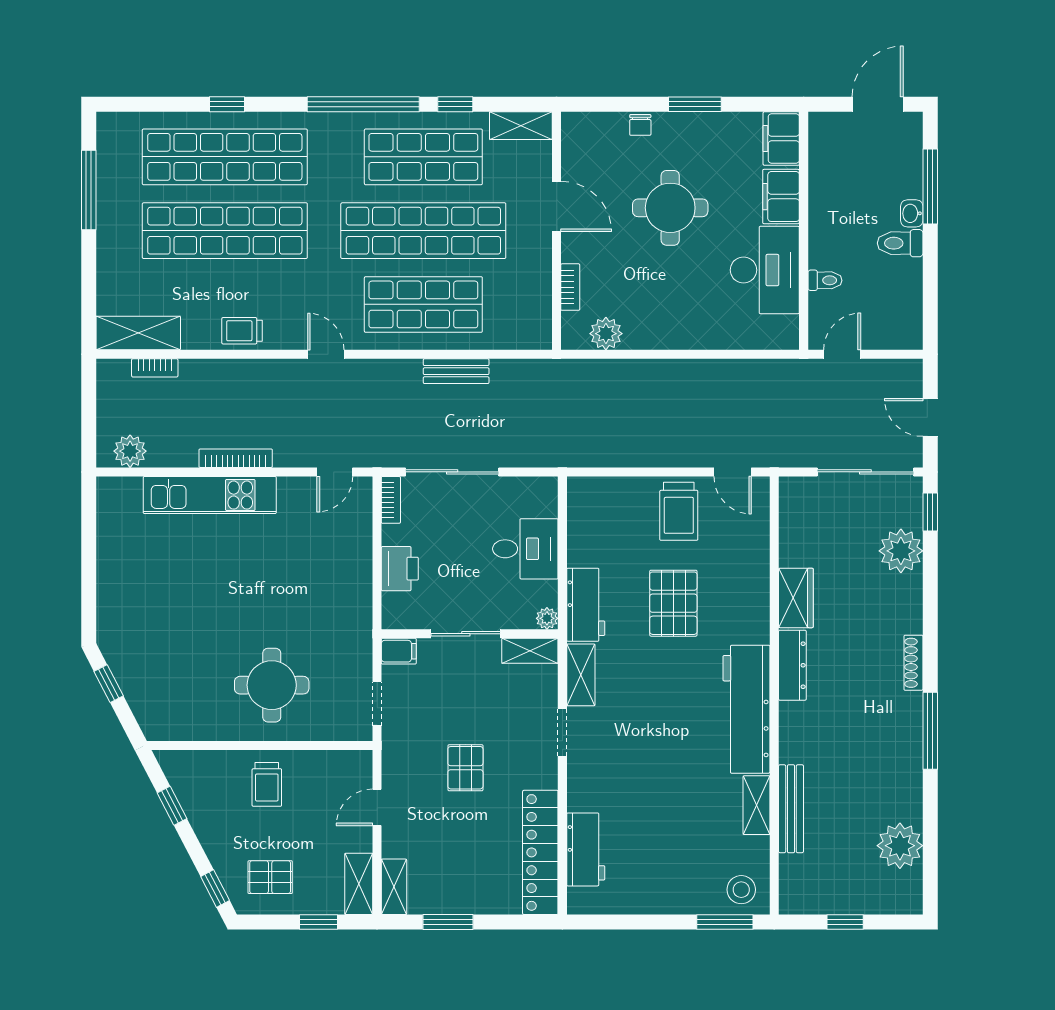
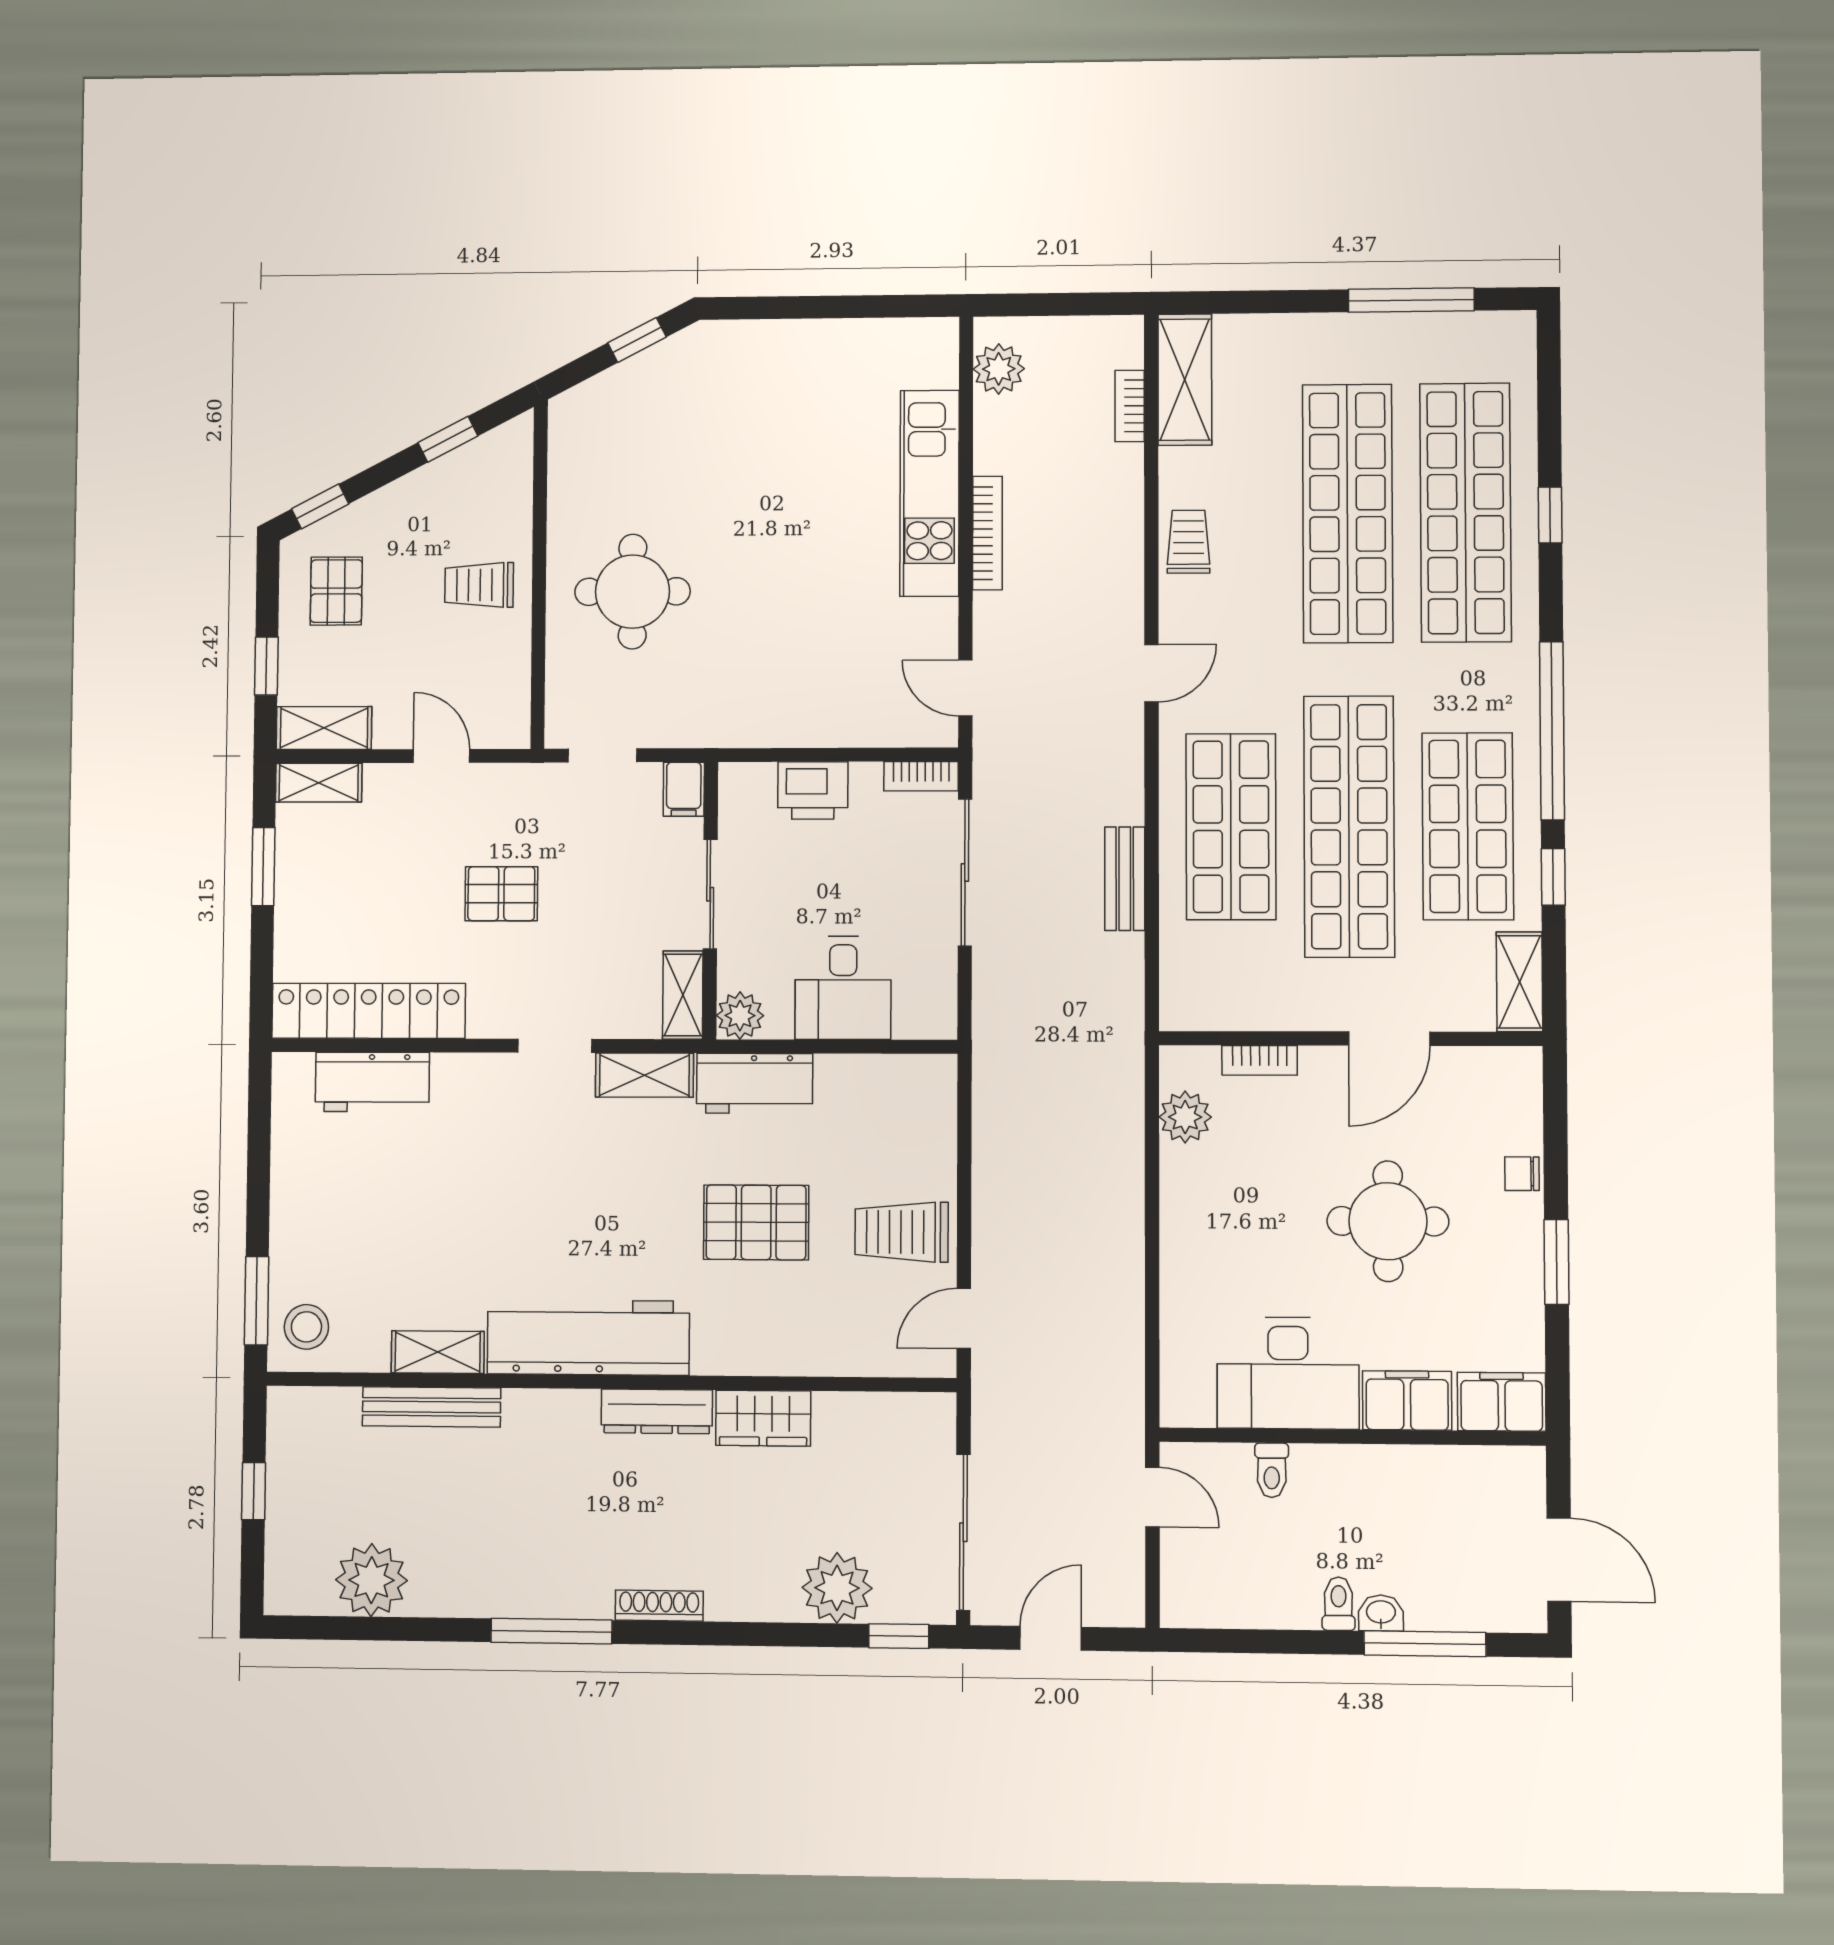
toilet: (900, 243) -> (1338, 1604), width x0.73, depth x0.72
plant: (547, 618) -> (740, 1016), width x1.38, depth x1.38

